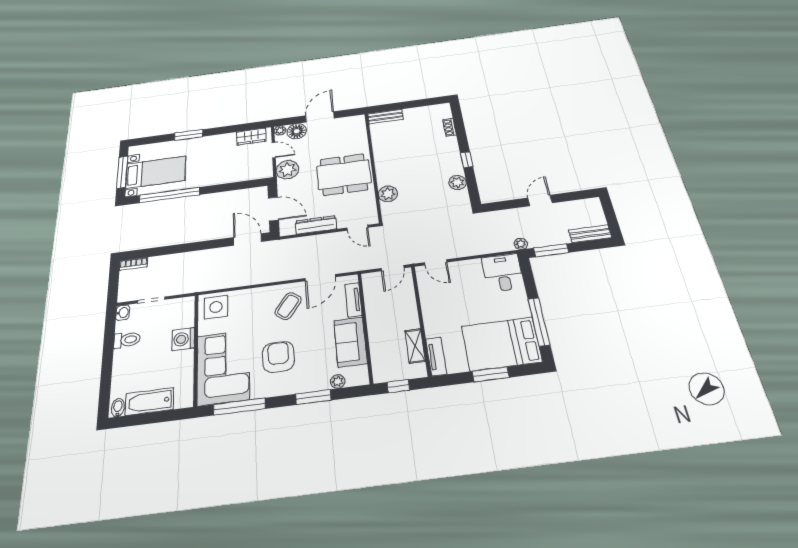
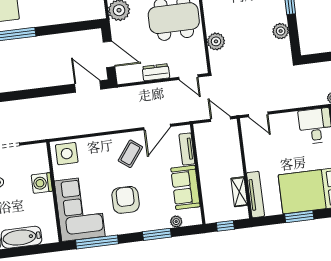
dresser: (316, 225) -> (156, 72), width x0.70
door: (393, 268) -> (220, 119), swing flipped
tv unit: (436, 356) -> (255, 195), width x1.41

